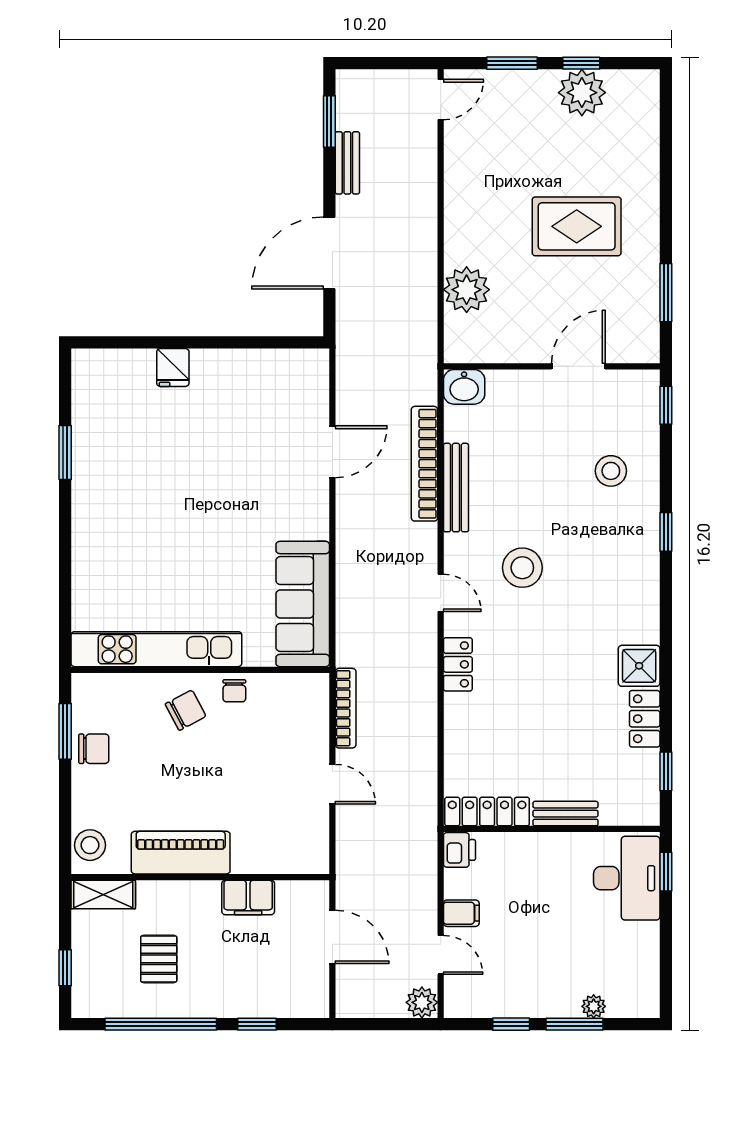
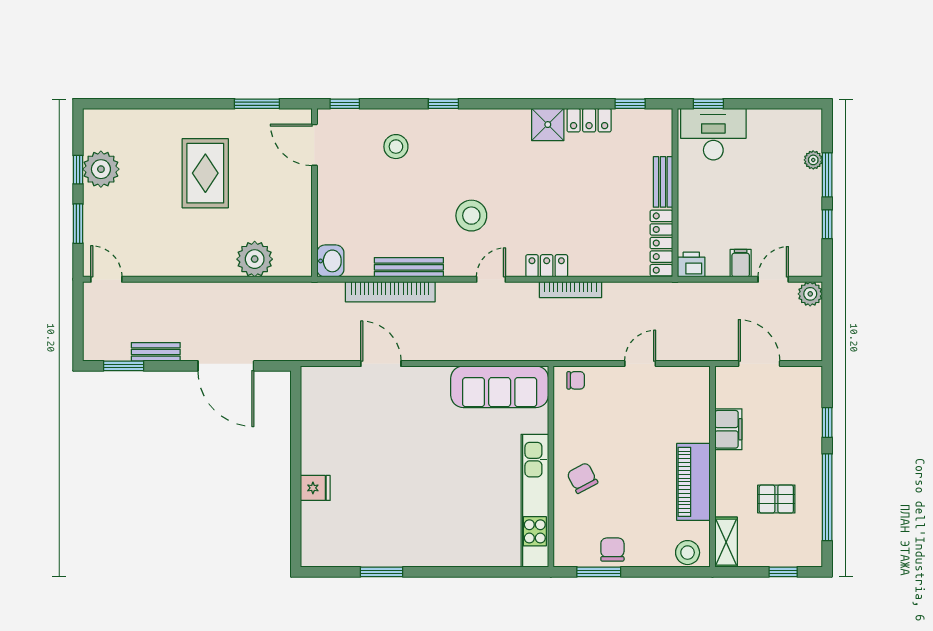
door: (578, 366) -> (314, 145), moved
chair: (234, 691) -> (576, 380), moved
bookcase: (346, 708) -> (571, 290), moved, turned 180
door: (332, 937) -> (759, 364), hinge flipped

